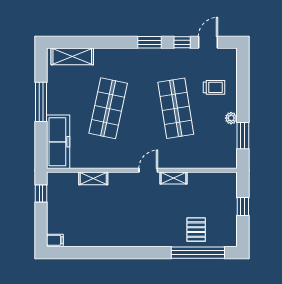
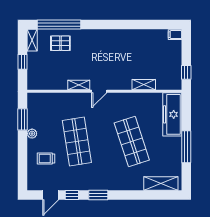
shop shelf: (108, 108) -> (132, 142), turned -30
pallet: (196, 230) -> (60, 43), turned 90
shelving: (231, 233) -> (32, 40), added

